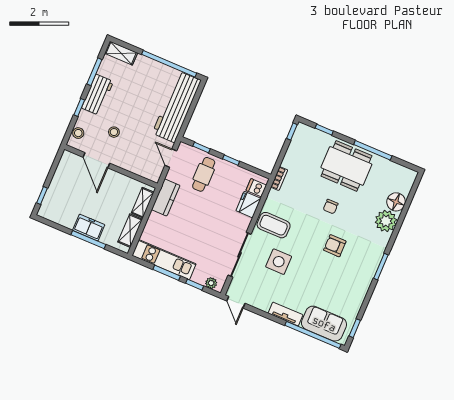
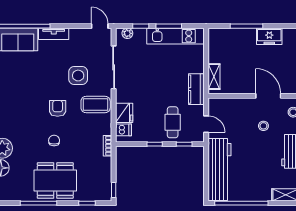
freezer: (89, 228) -> (269, 36), moved
shelving: (130, 231) -> (215, 48), removed
armchair: (335, 246) -> (58, 108), moved, turned -90

